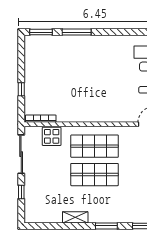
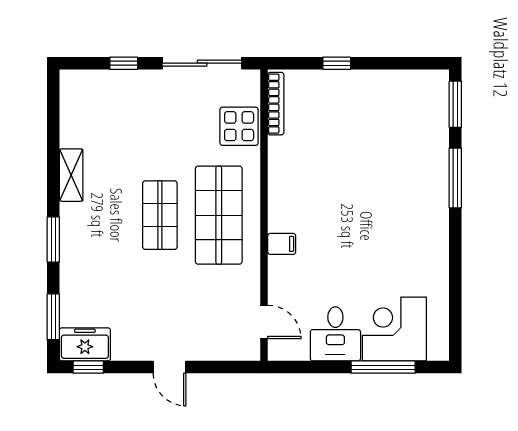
filing cabinet: (108, 116) -> (282, 244), added
shop shelf: (95, 175) -> (160, 215), width x0.70, depth x0.74

